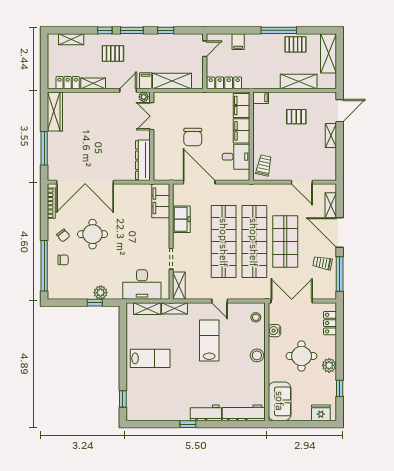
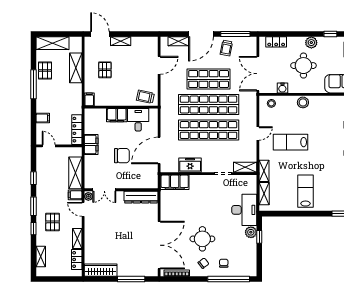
filing cabinet: (242, 105) -> (91, 144), moved, turned -90
desk: (142, 285) -> (244, 210), moved

